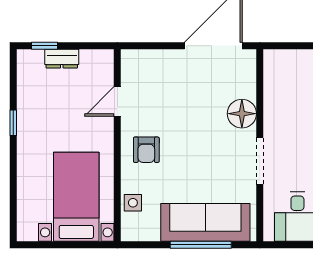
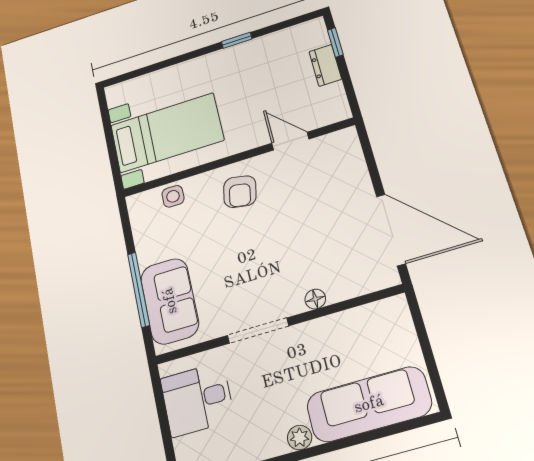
floor lamp: (242, 114) -> (315, 299), width x0.53, depth x0.53
armchair: (146, 150) -> (240, 192), turned -79
sofa: (205, 222) -> (170, 301), width x0.73

